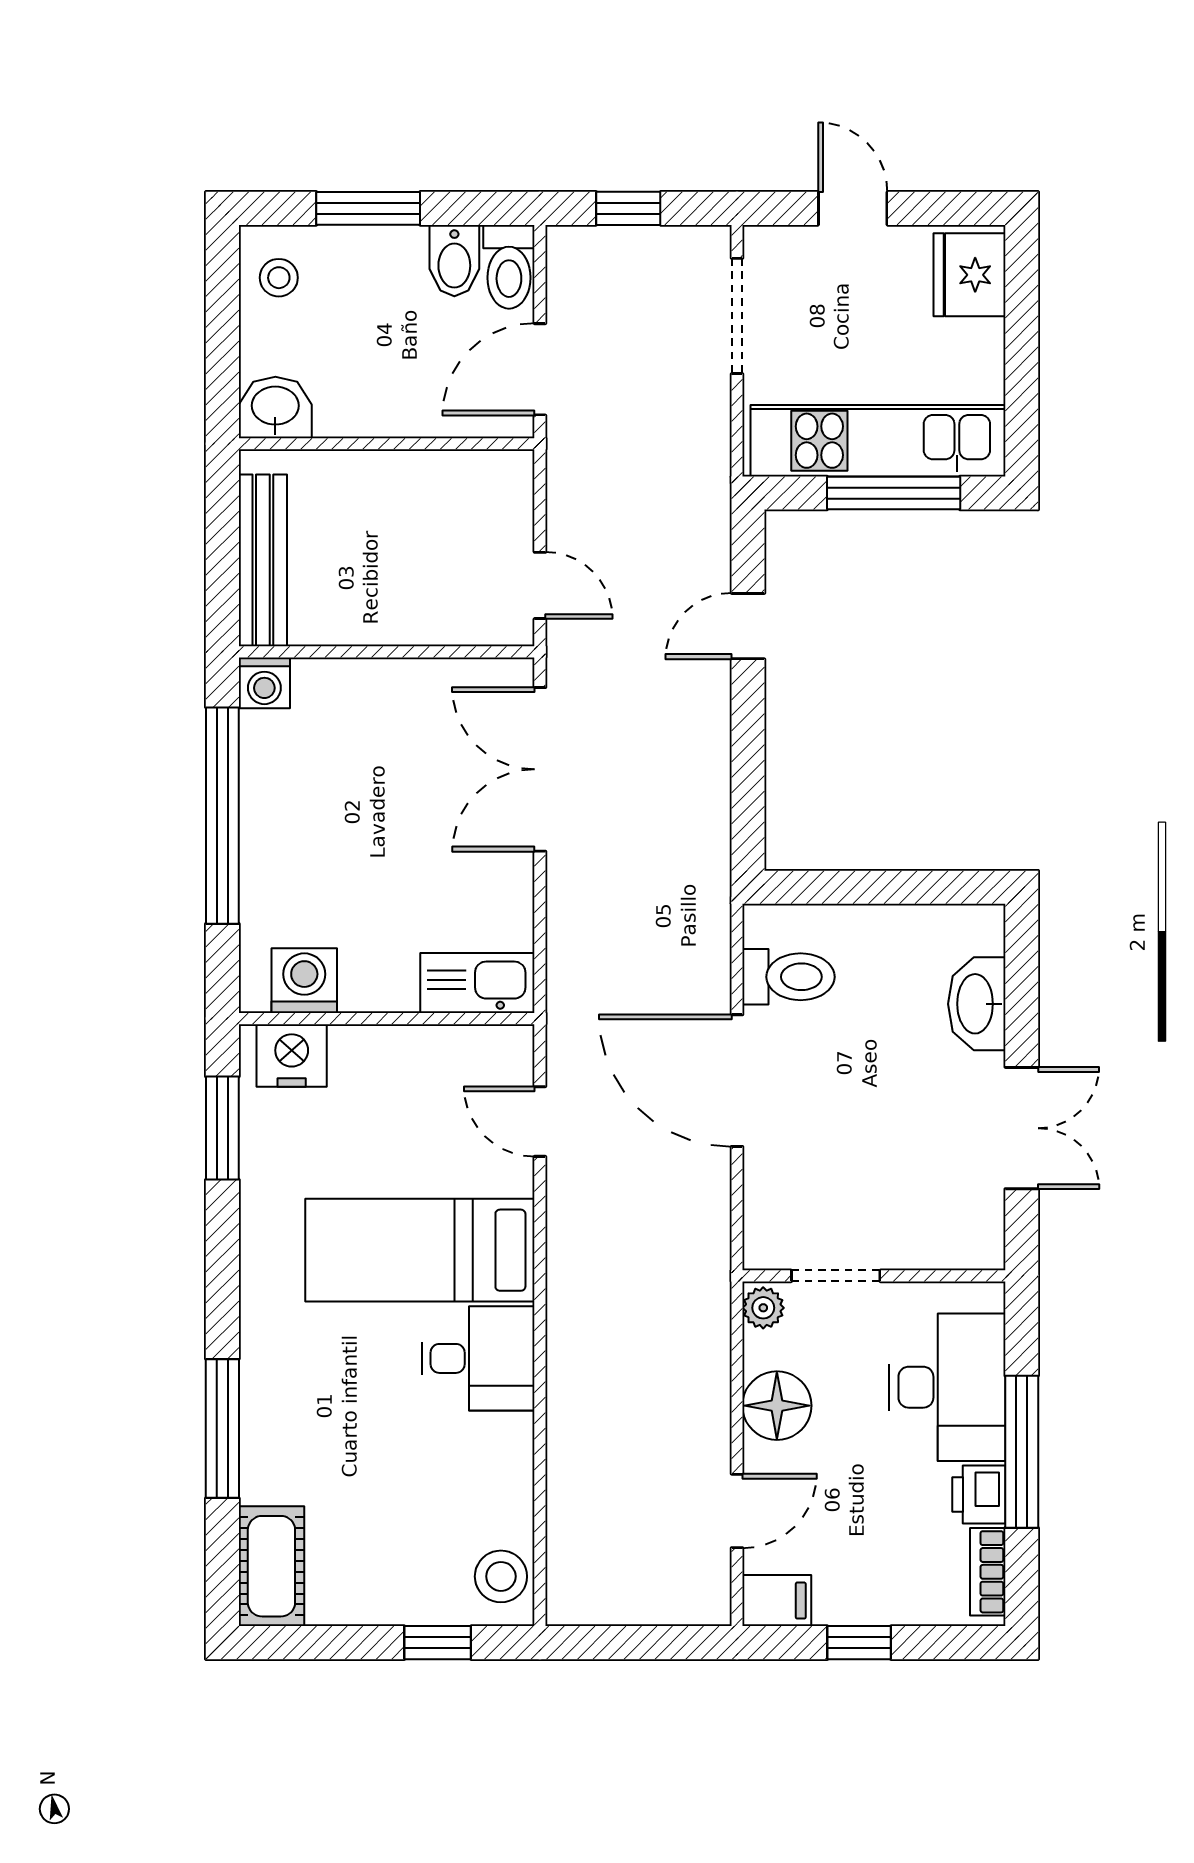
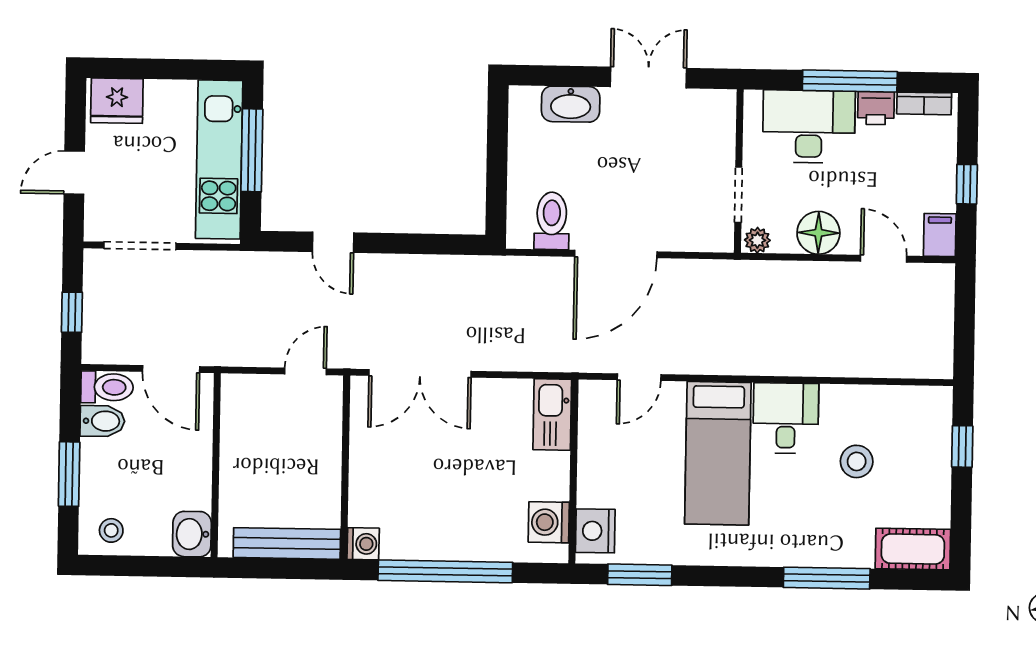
stool: (501, 1576) -> (857, 461), moved

